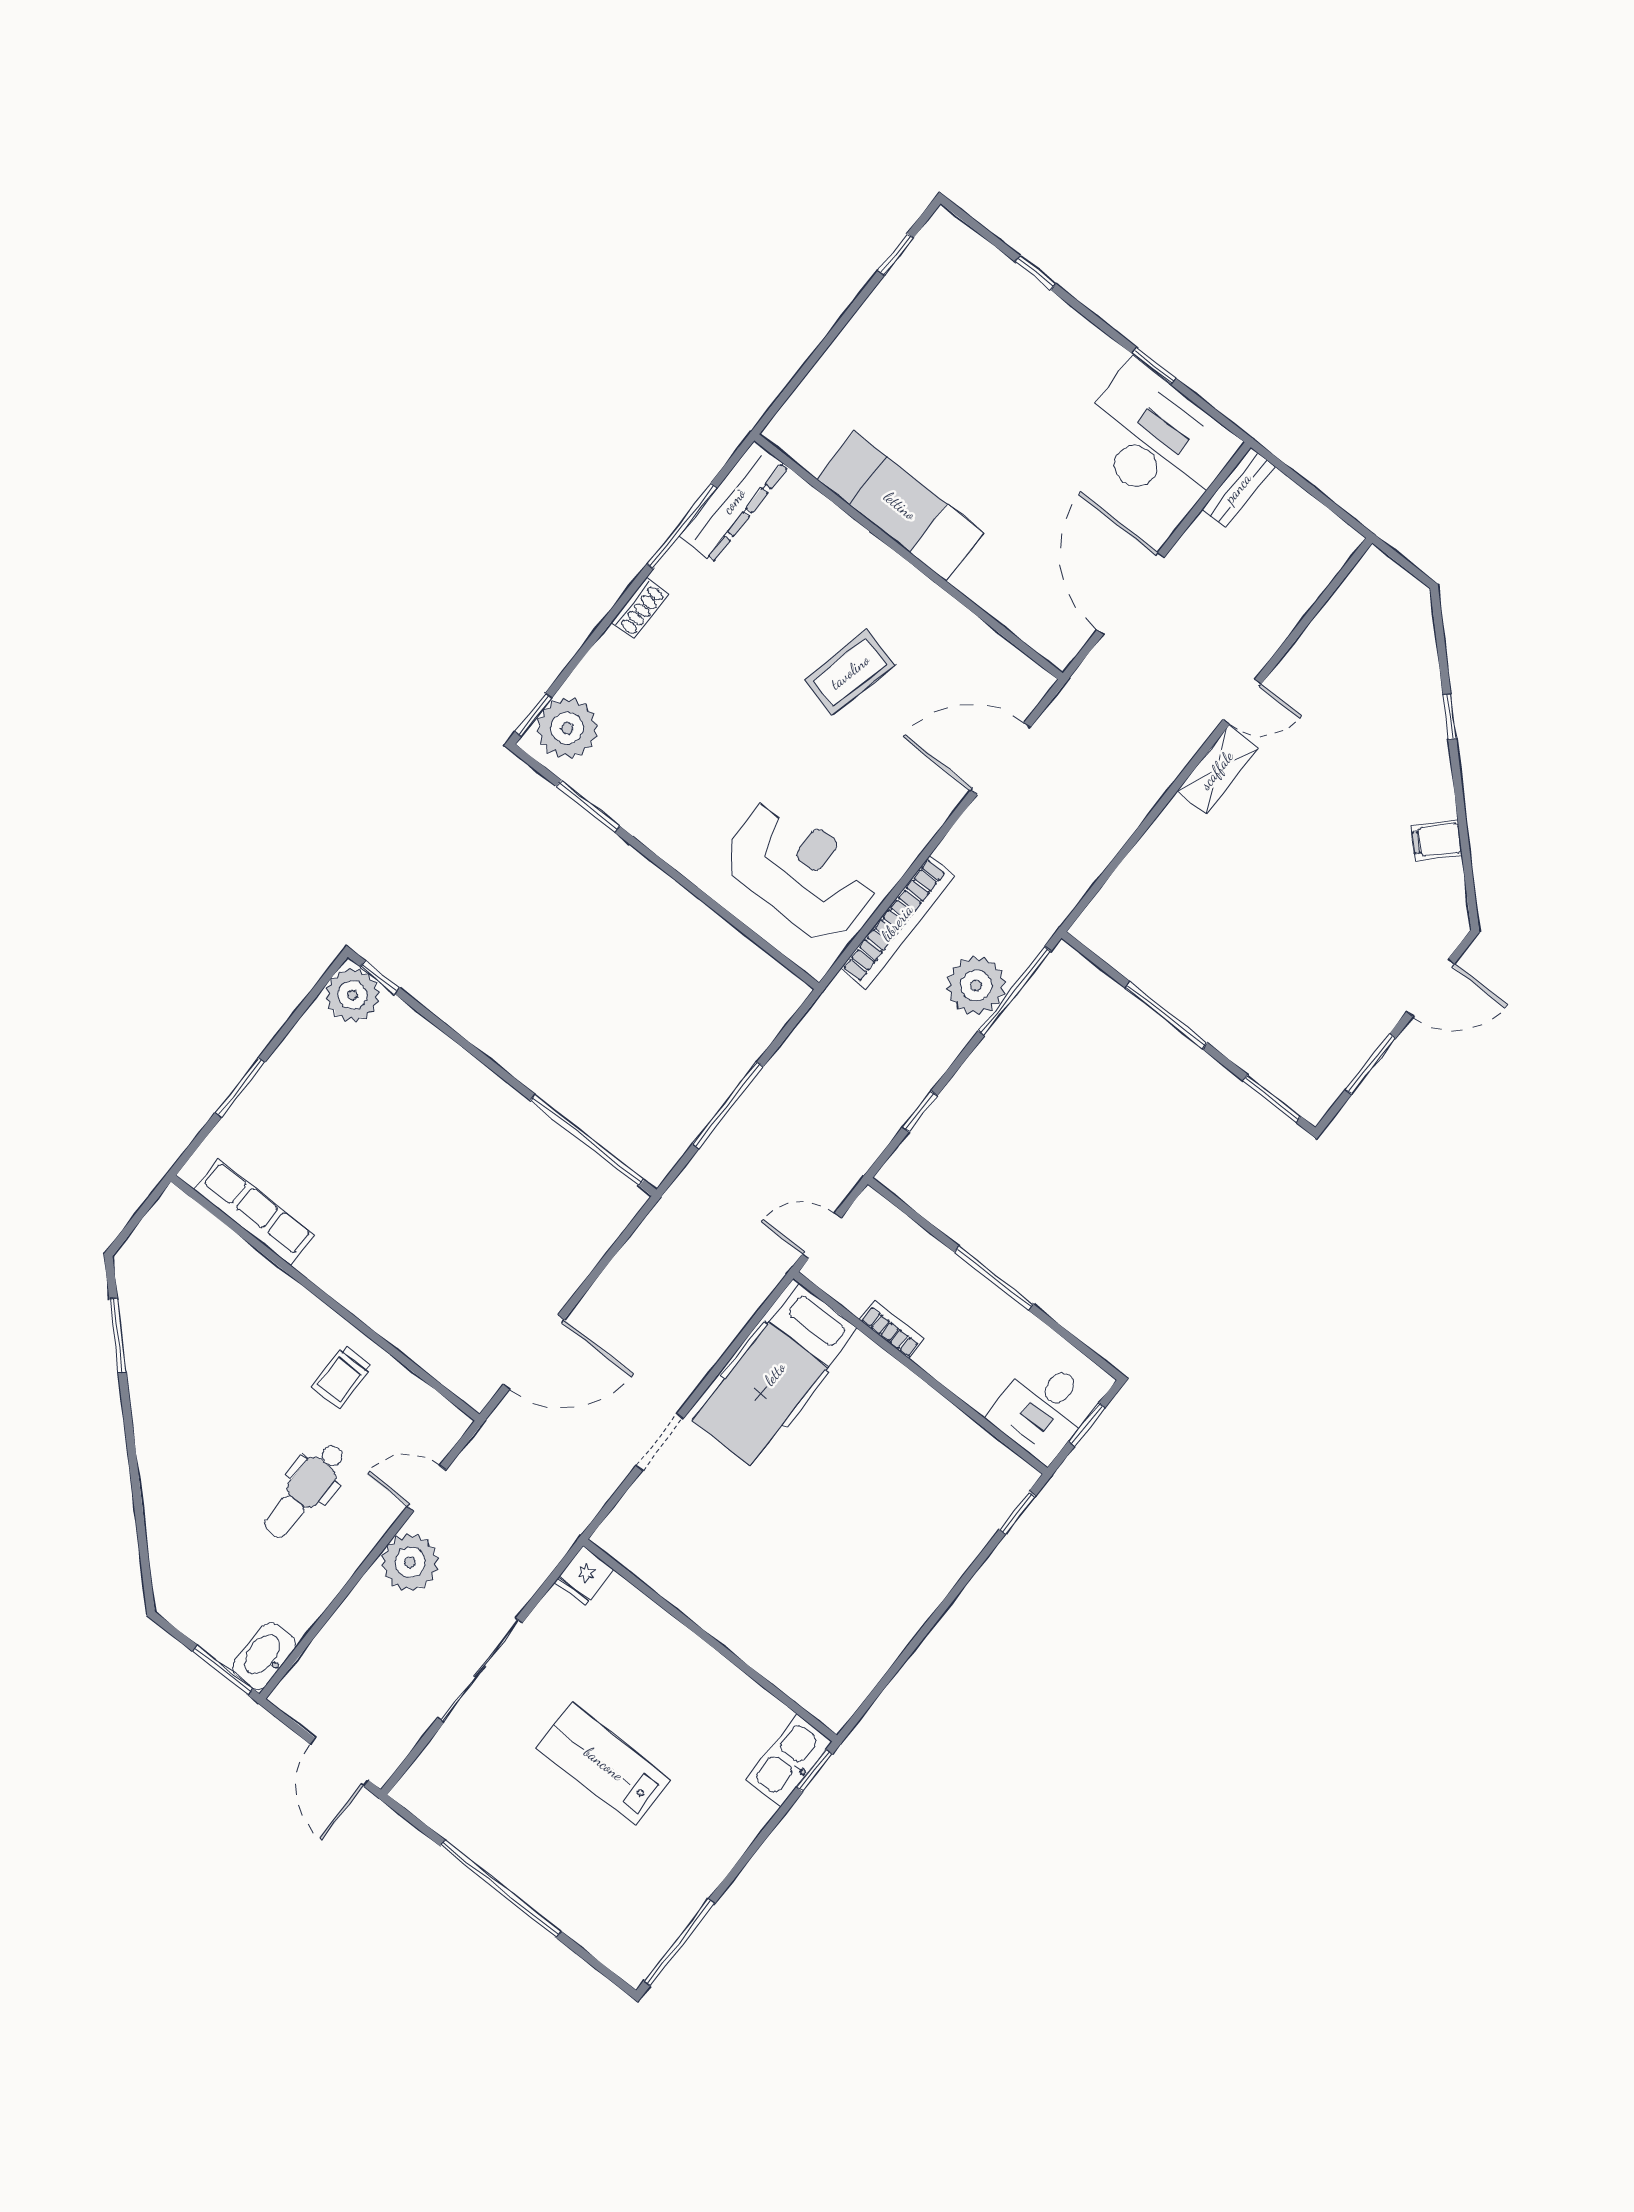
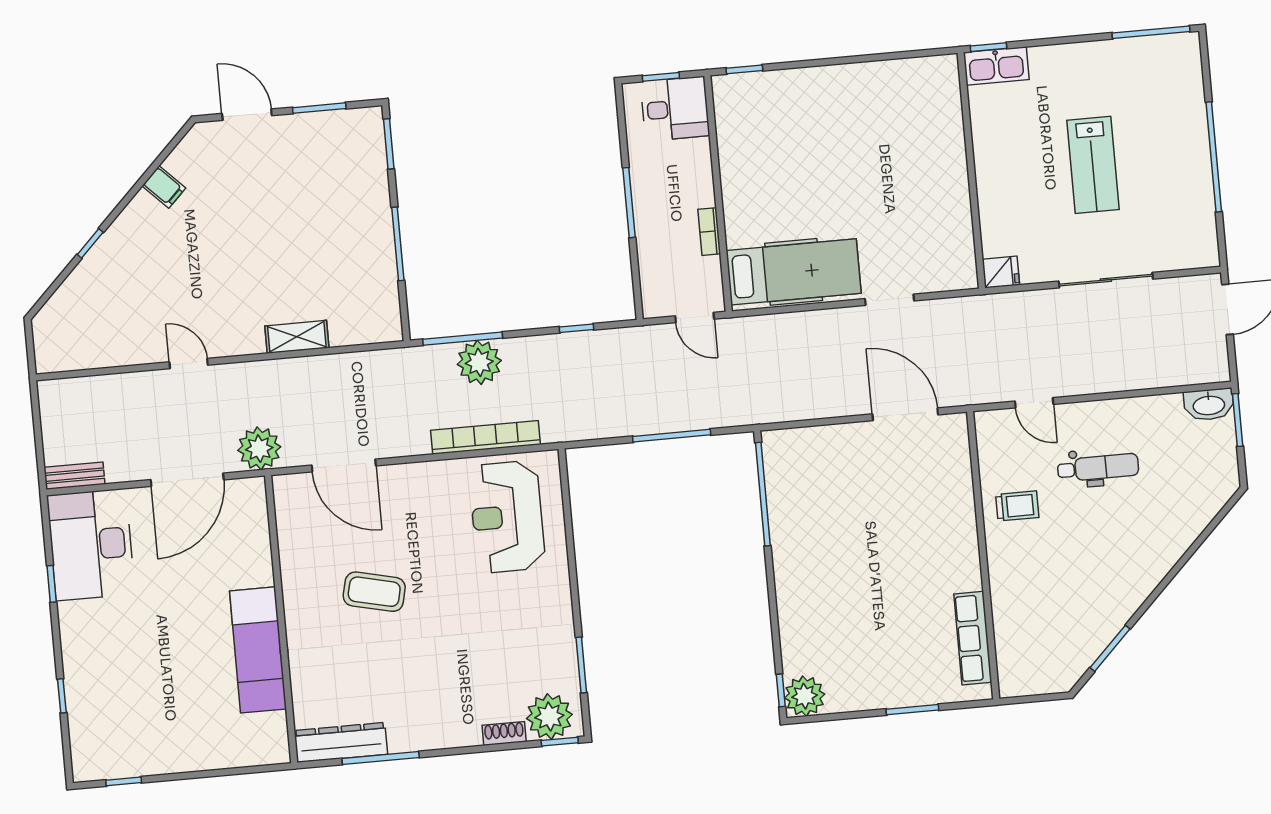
shoe rack: (640, 608) -> (504, 733), moved
shelving: (1217, 770) -> (297, 337), moved
plant: (410, 1562) -> (259, 449), moved

